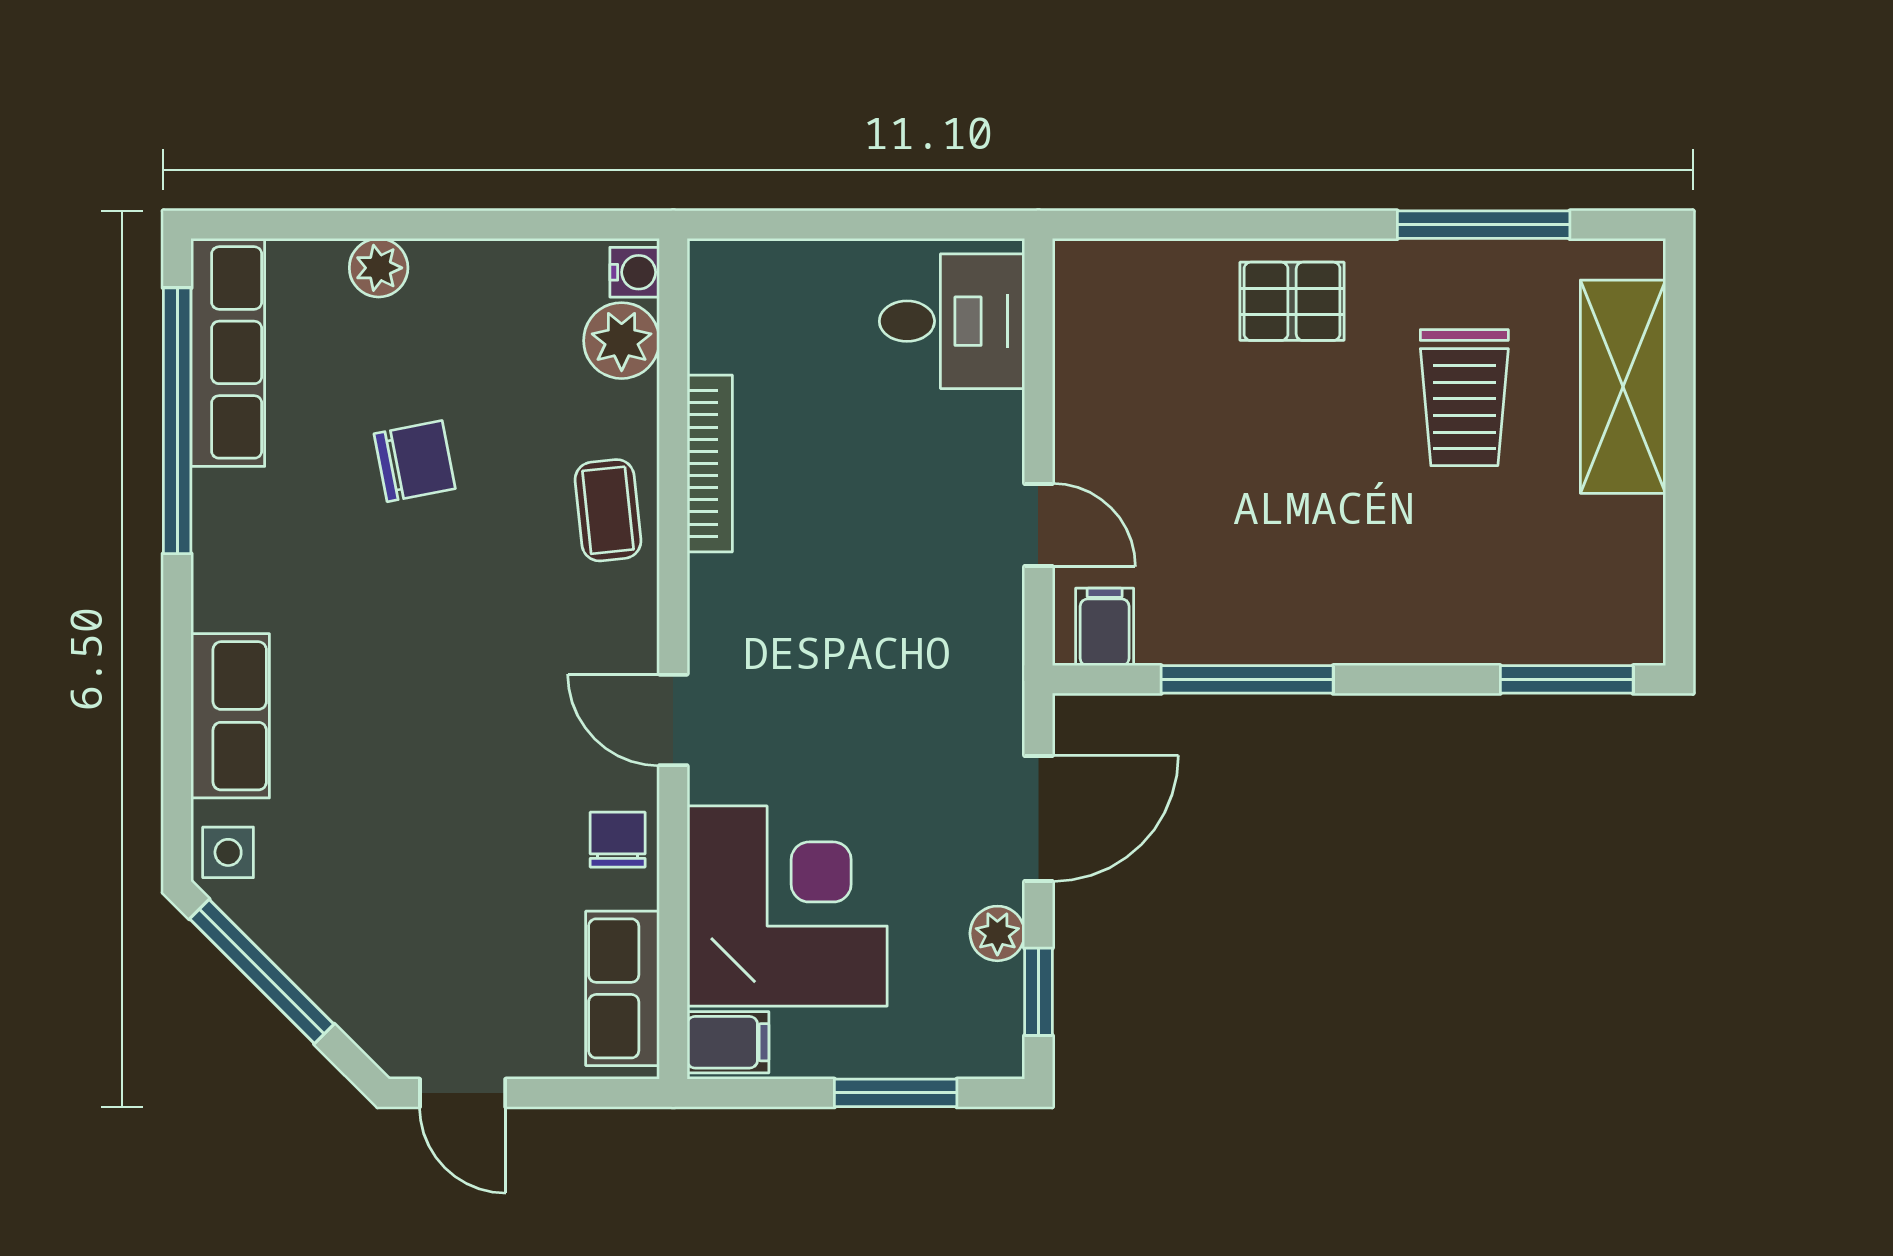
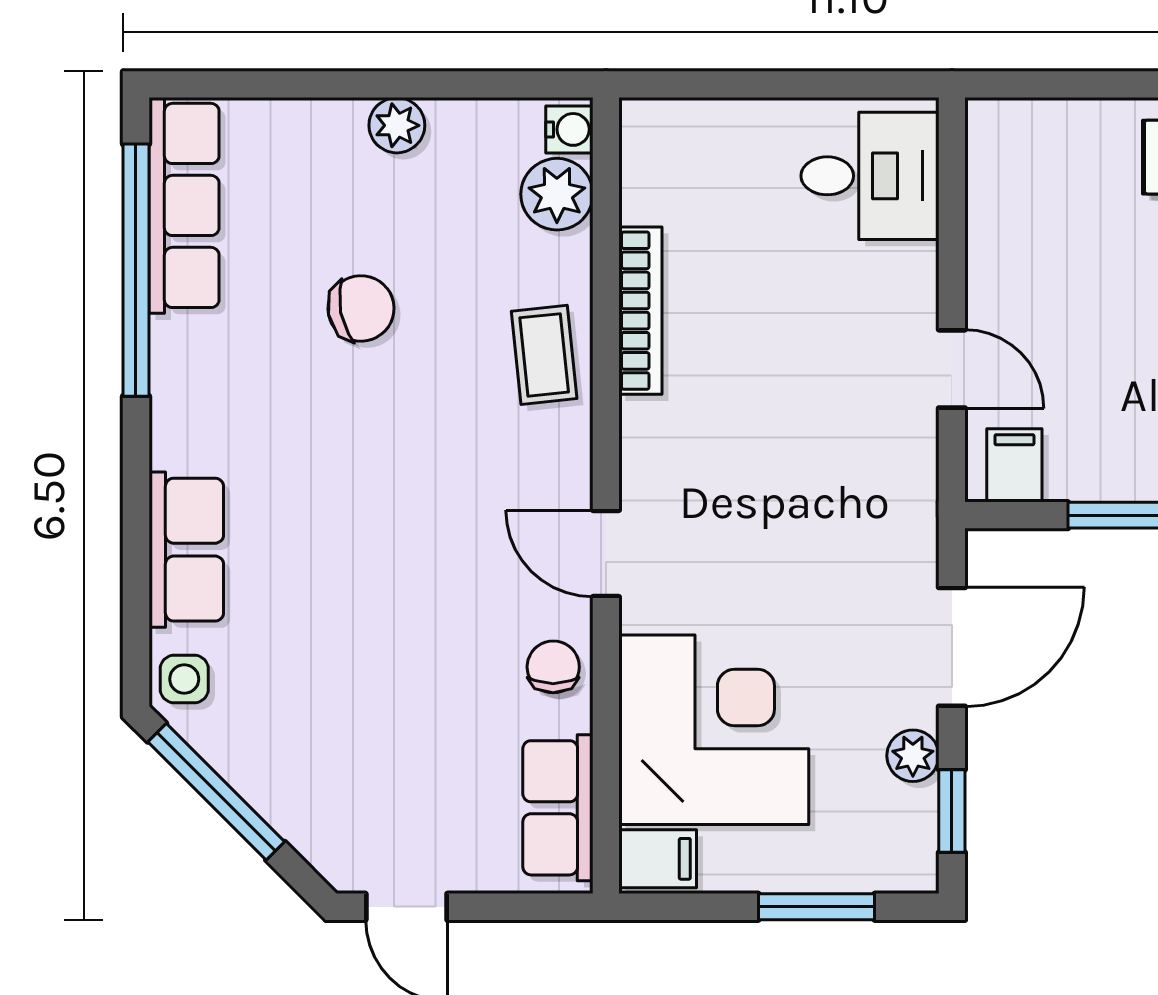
plant: (379, 268) -> (397, 125), moved

